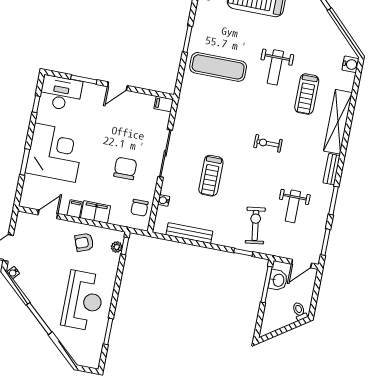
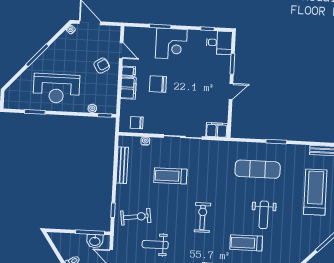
exercise mat: (218, 67) -> (258, 169), turned 90
weight bench: (275, 67) -> (264, 215), turned -90
door: (117, 86) -> (231, 91), swing flipped
desk: (61, 93) -> (219, 43), width x0.73
filing cabinet: (164, 104) -> (217, 130), width x2.00
exercise bike: (268, 143) -> (202, 218), width x1.38, depth x1.39
corner desk: (55, 153) -> (171, 44), width x0.74, depth x0.74
chair: (125, 168) -> (158, 84), moved, turned 180
armchair: (84, 242) -> (102, 66), moved, turned 79
plant: (117, 247) -> (92, 108), moved

